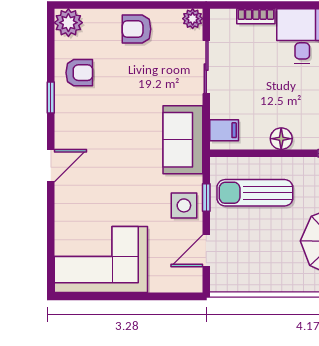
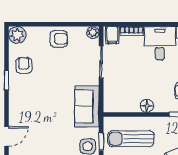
armchair: (137, 29) -> (59, 39), turned 180
armchair: (79, 73) -> (24, 65), turned -90
filing cabinet: (224, 130) -> (112, 35), moved, turned 90
door: (51, 166) -> (7, 136), moved

